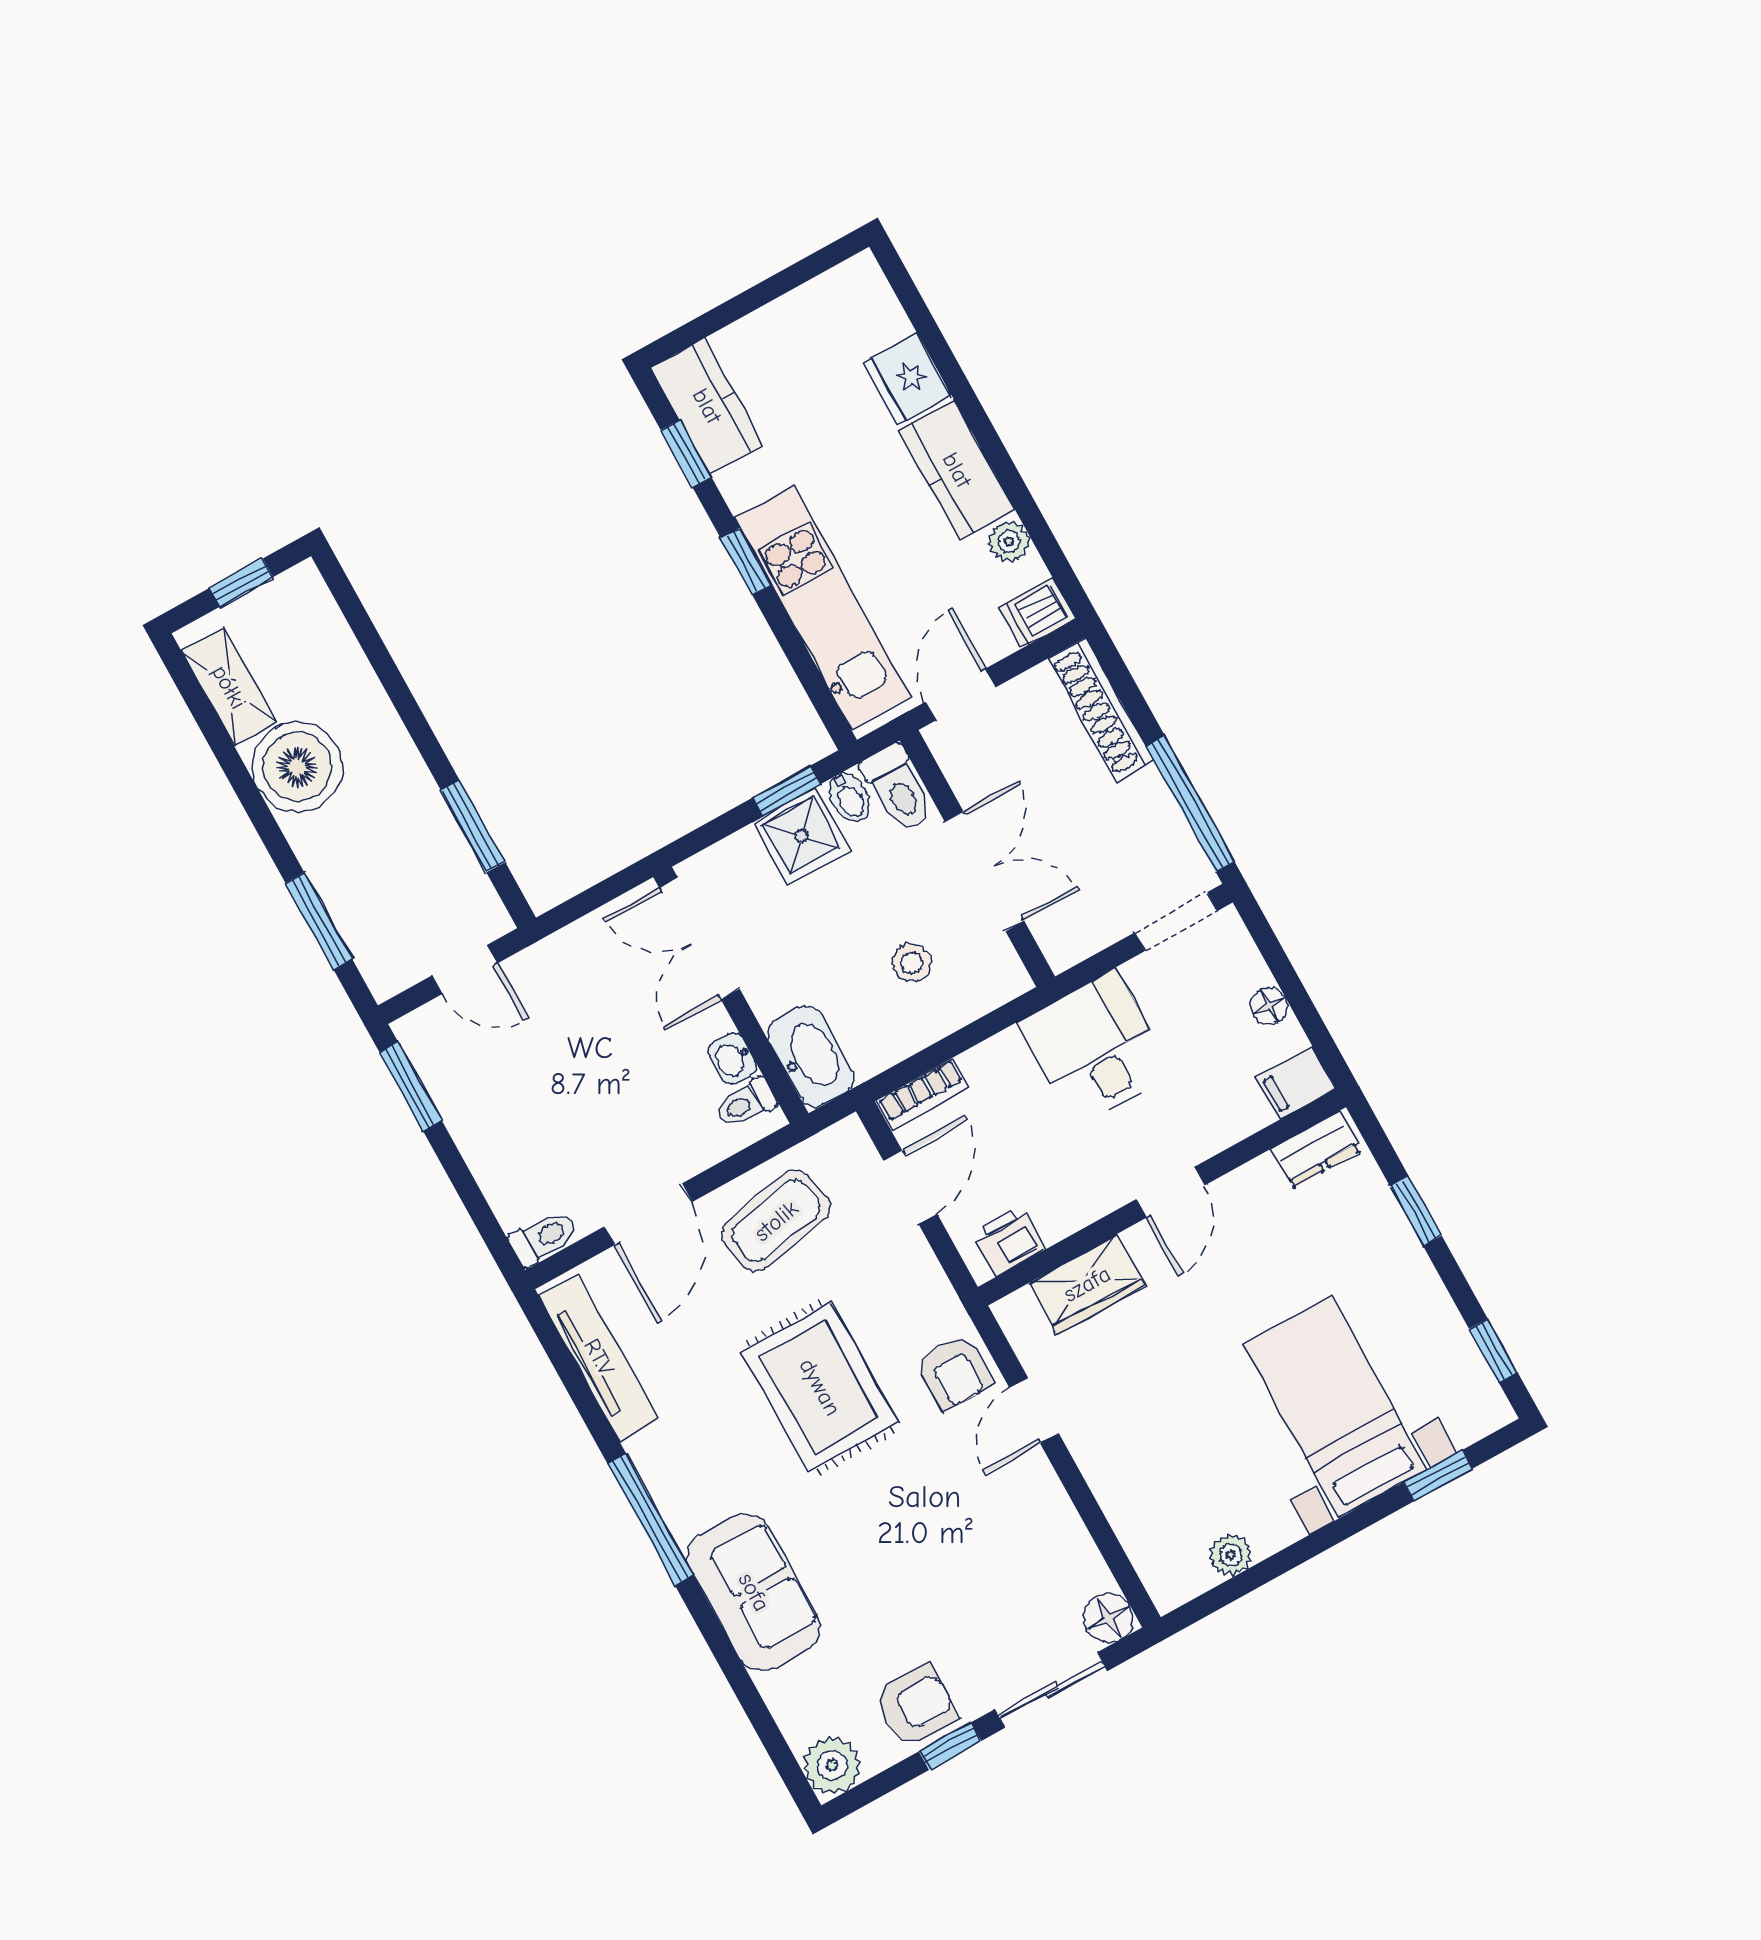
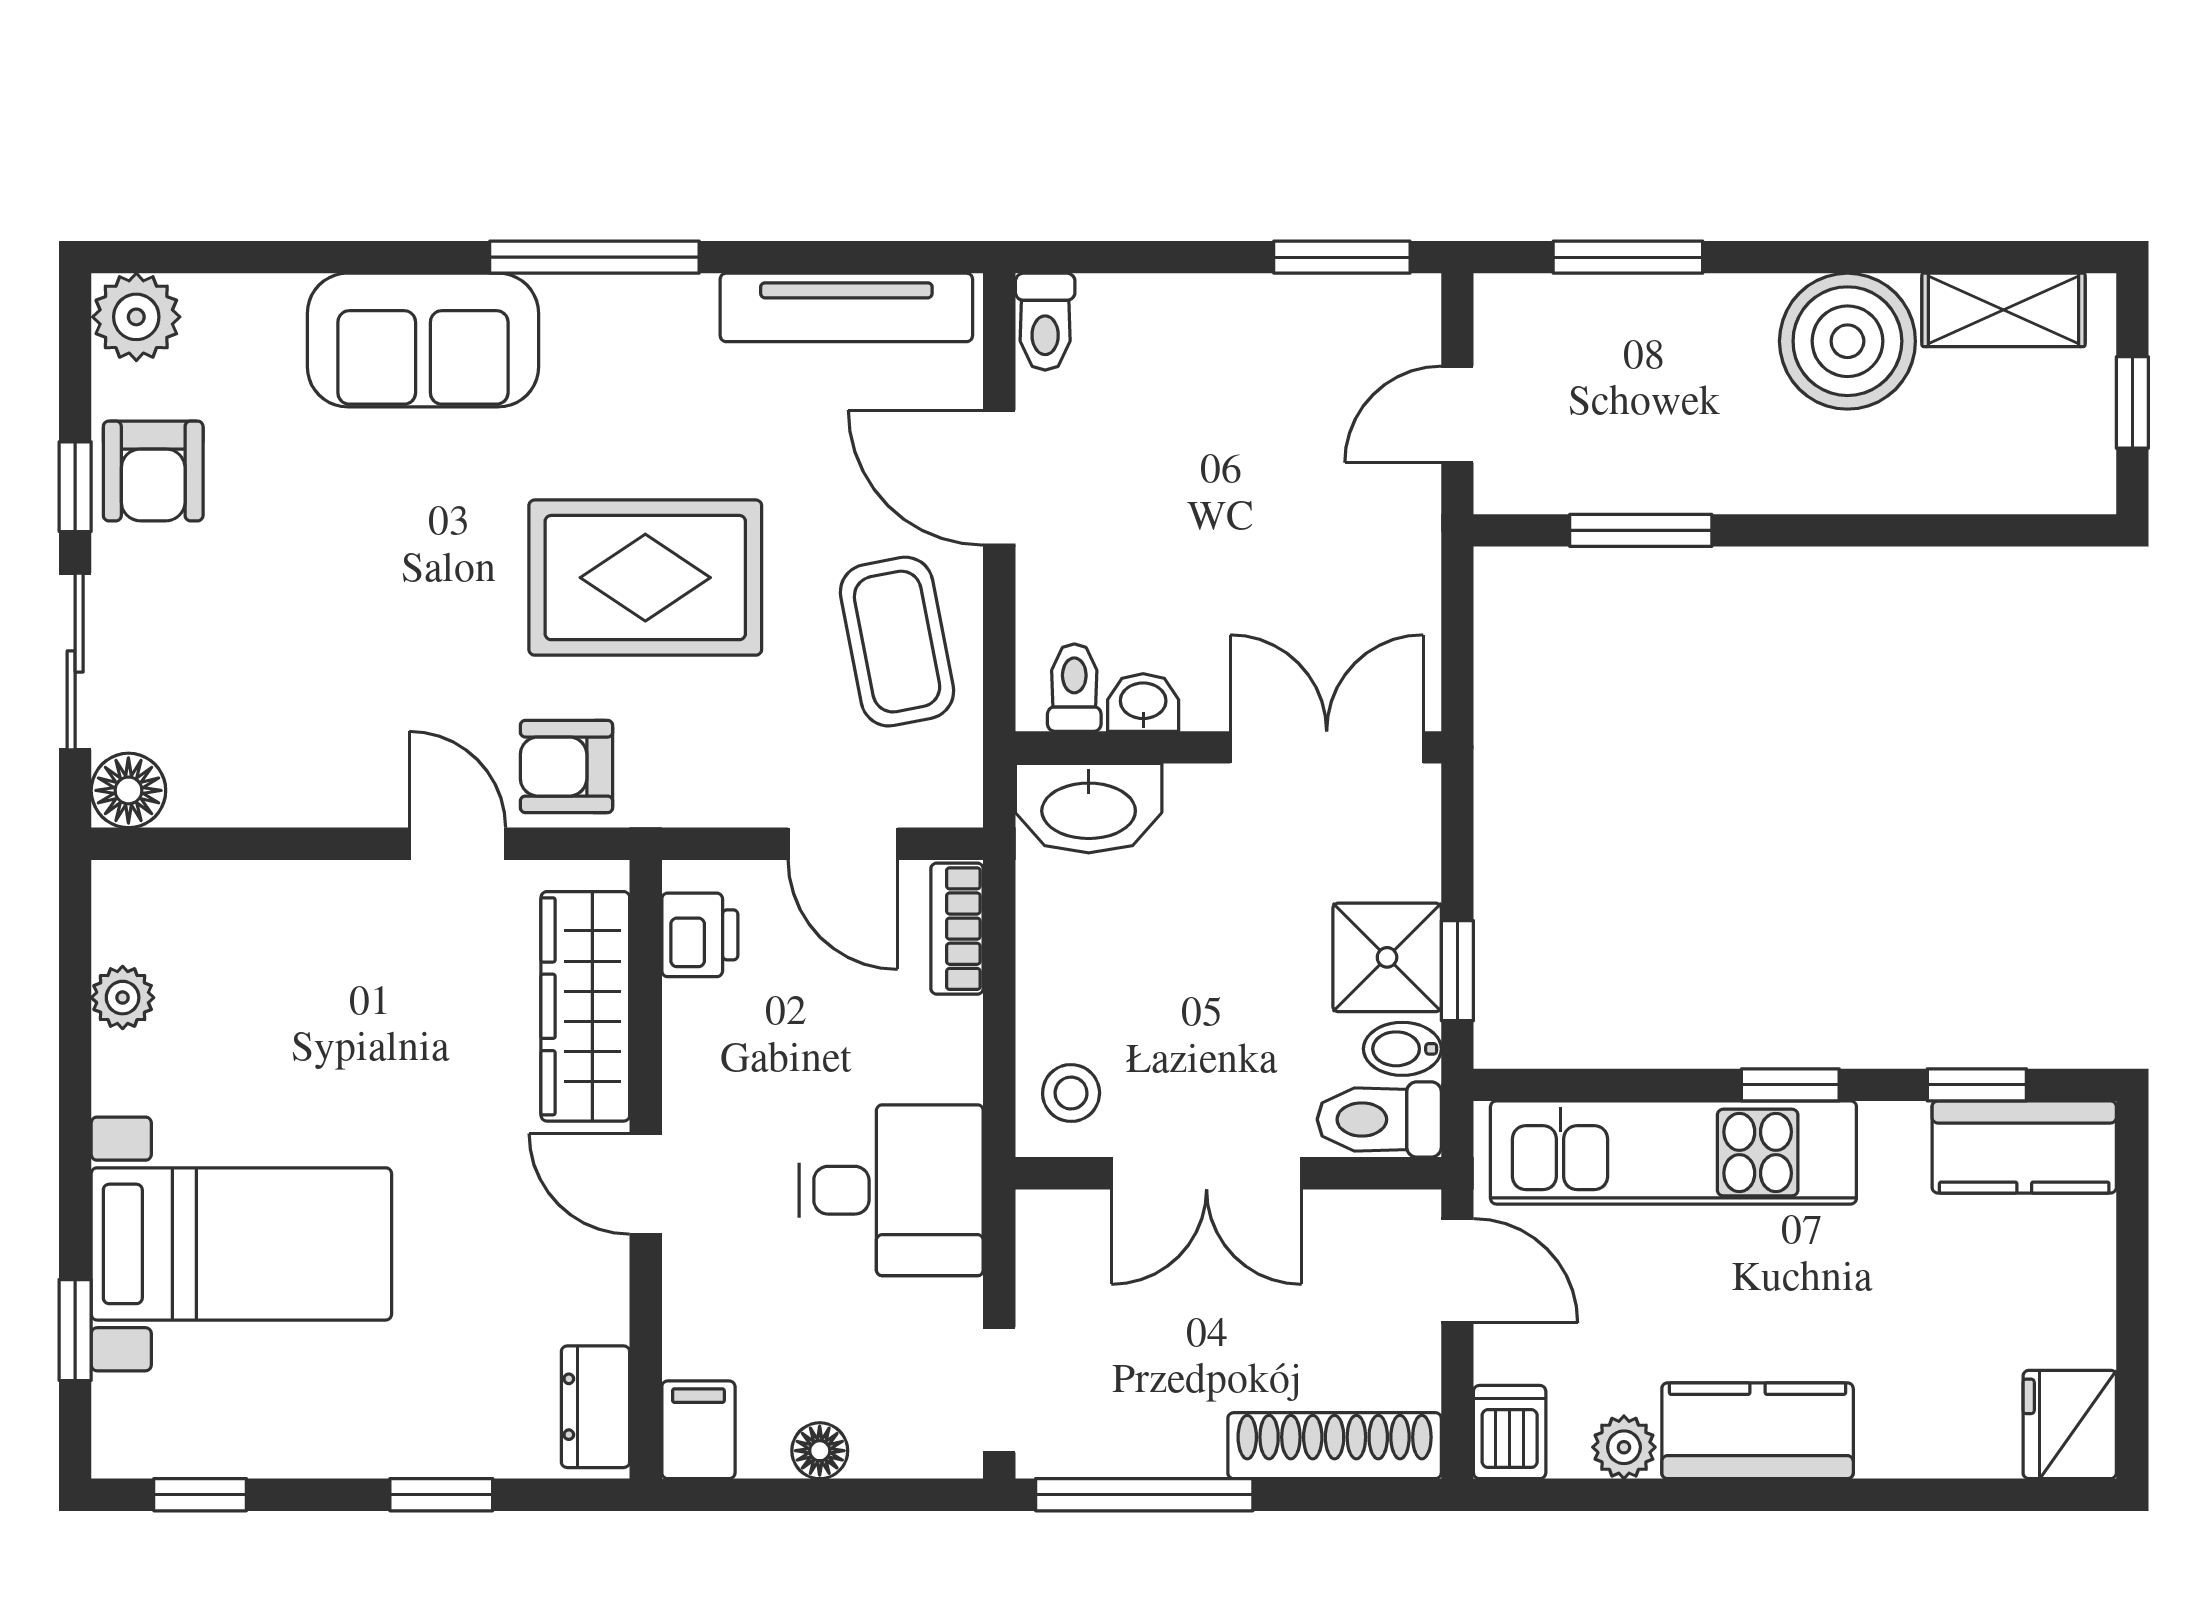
fridge: (907, 379) -> (2070, 1424), moved, turned -90
stool: (912, 963) -> (1071, 1093), moved
wardrobe: (1087, 1284) -> (585, 1006), width x1.50

